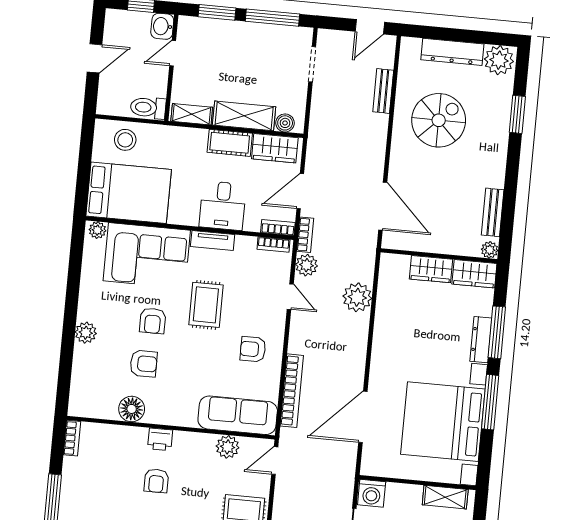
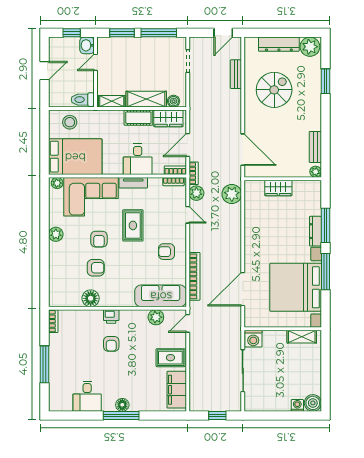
wardrobe: (474, 274) -> (307, 188), removed
plant: (357, 297) -> (232, 194), moved
plant: (86, 333) -> (56, 234), moved

